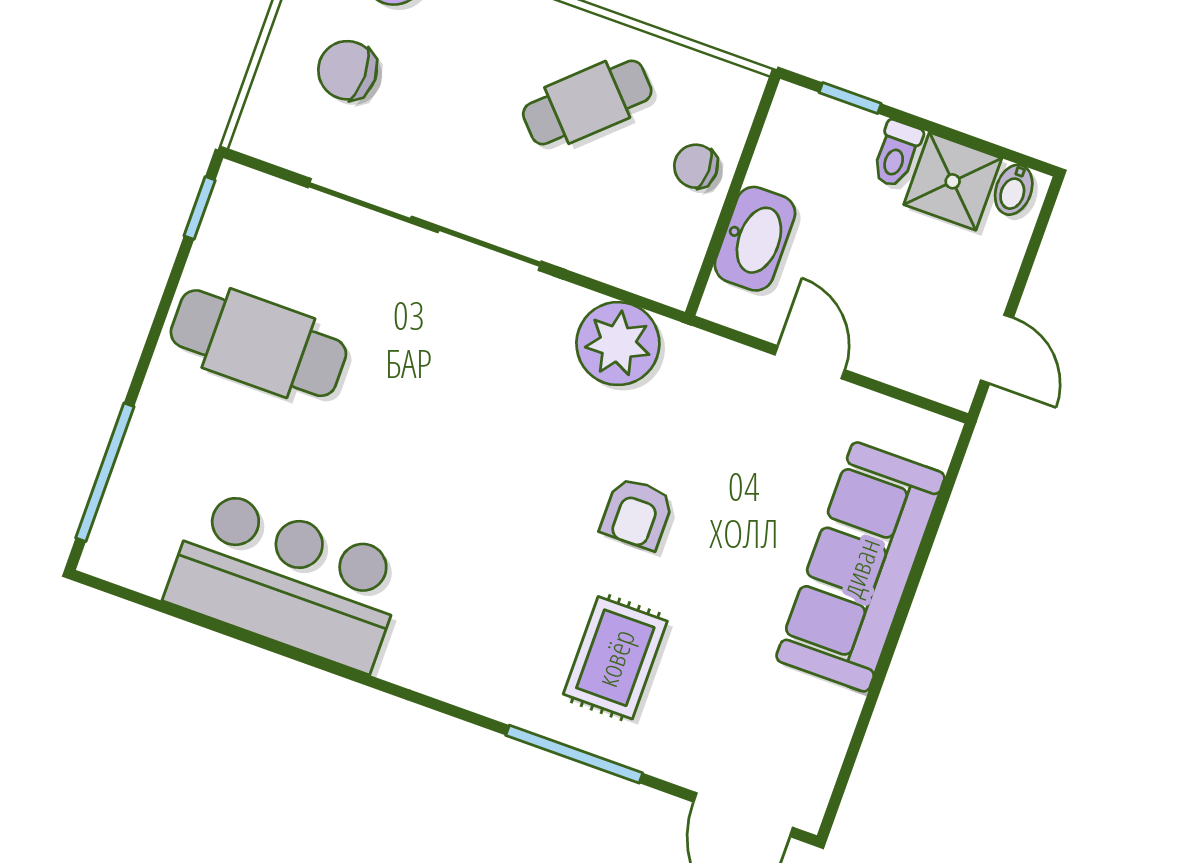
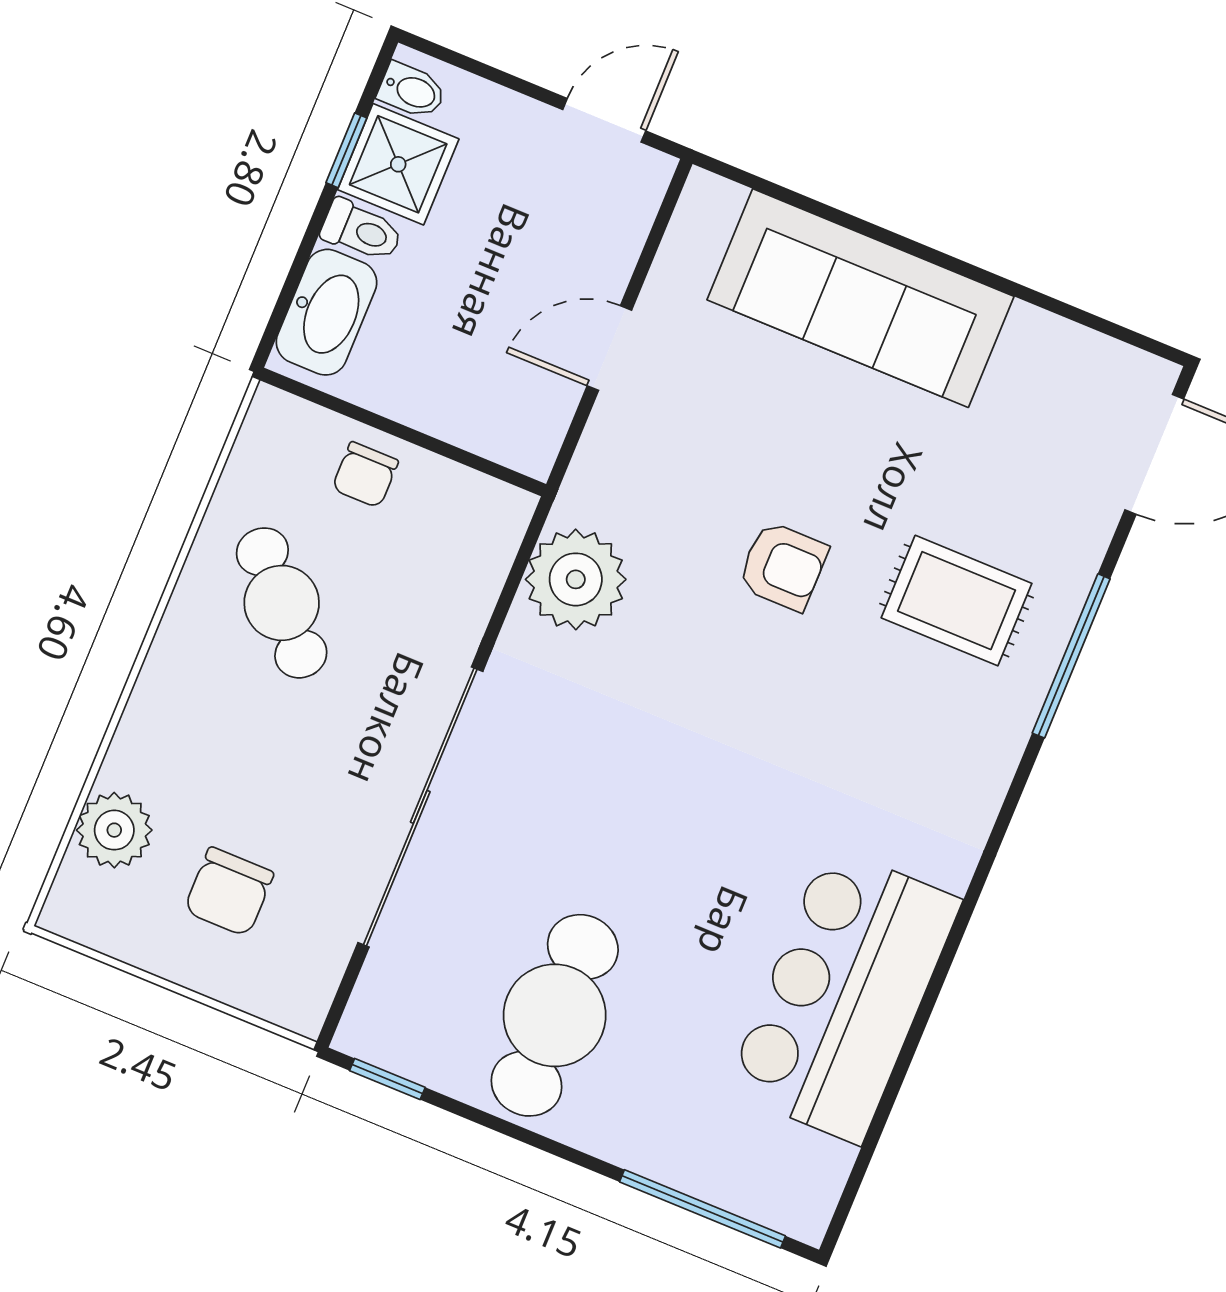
window: (850, 98) -> (346, 150), moved
washbasin: (755, 239) -> (327, 312), moved, turned 90

